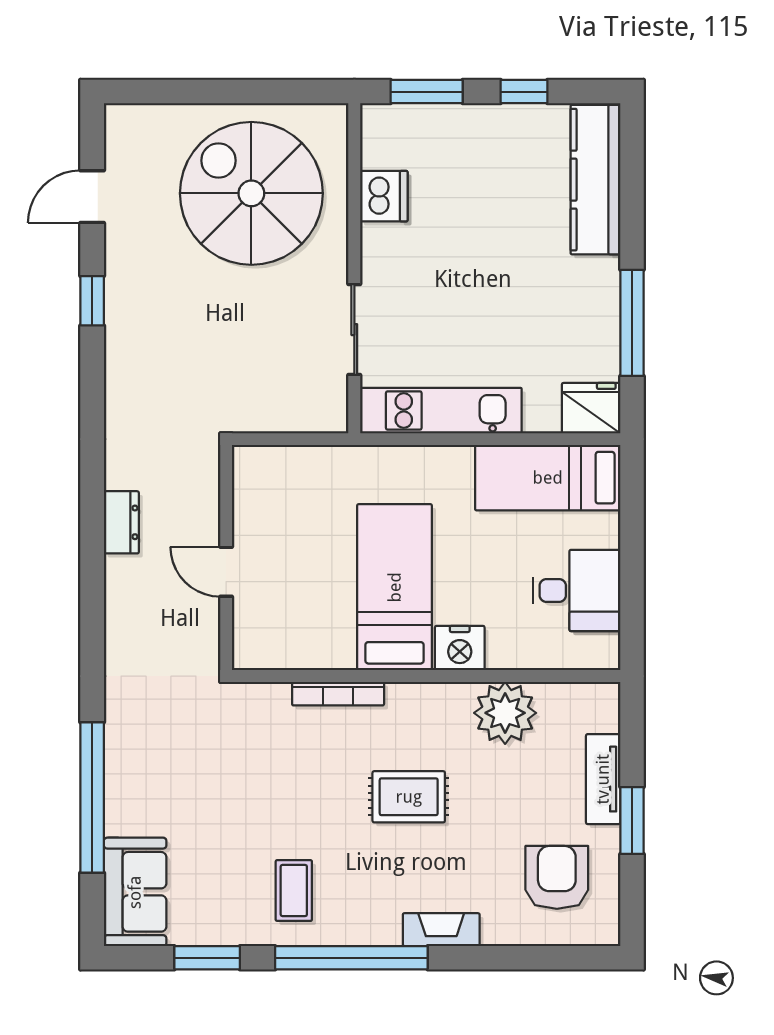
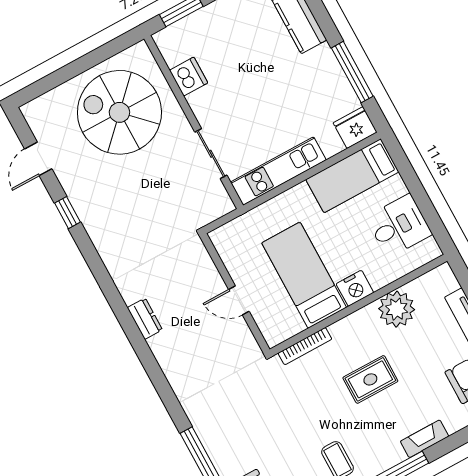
wall: (226, 558) -> (235, 293), moved
door: (226, 572) -> (239, 300), moved

